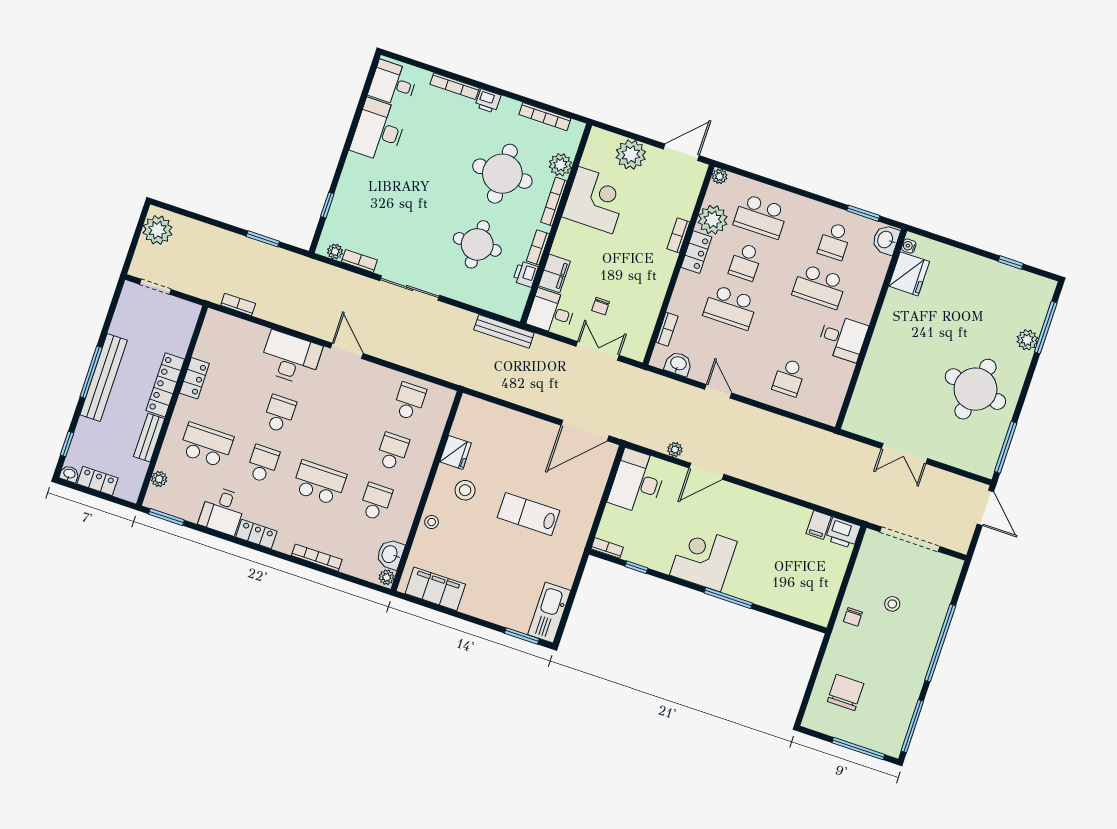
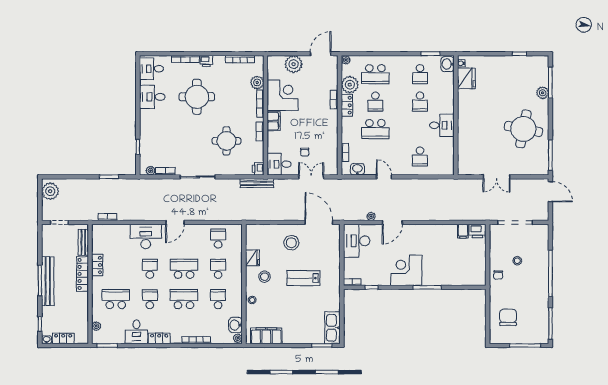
desk: (379, 130) -> (152, 97), width x0.73
round table: (502, 174) -> (197, 97), moved
filing cabinet: (554, 273) -> (274, 121), moved
printer: (525, 274) -> (258, 169), moved
school desk: (819, 287) -> (420, 102), width x0.54
door: (347, 351) -> (175, 222), swing flipped
door: (585, 431) -> (319, 222), swing flipped
school desk: (336, 433) -> (184, 269), added
bench: (149, 438) -> (83, 242), moved
stool: (528, 449) -> (291, 243), added

